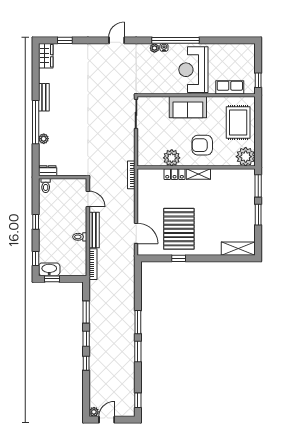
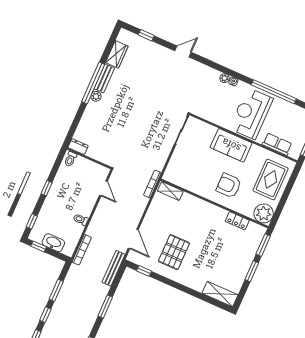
door: (117, 40) -> (183, 52), moved
window: (176, 40) -> (274, 92), moved
wardrobe: (46, 56) -> (117, 54), moved
window: (36, 122) -> (93, 83), moved
plant: (44, 139) -> (96, 96), moved
plant: (172, 158) -> (196, 185), removed
locker: (175, 174) -> (237, 221), moved
shelving: (198, 174) -> (170, 191), moved
pallet: (179, 229) -> (174, 252), width x0.73, depth x0.71
bench: (94, 230) -> (114, 268), moved
window: (179, 258) -> (144, 271), moved
washbasin: (49, 269) -> (53, 243), moved
window: (138, 322) -> (105, 307), moved

